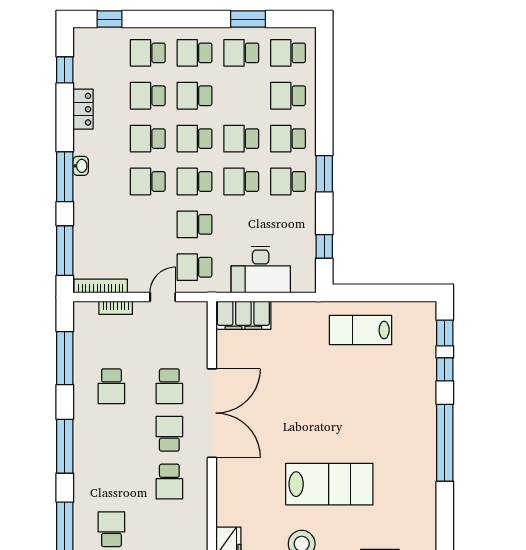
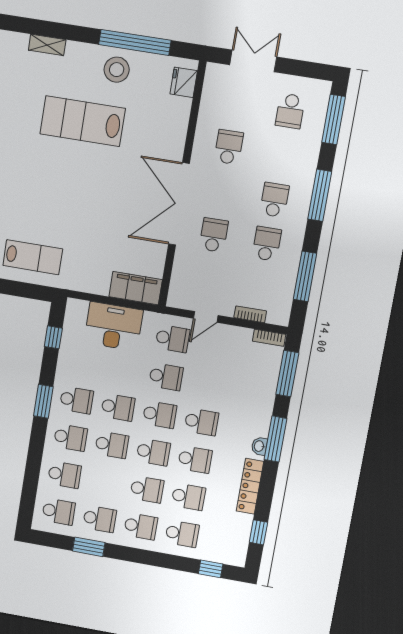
locker: (83, 109) -> (250, 486), width x1.53
bookcase: (101, 286) -> (269, 338), width x0.64
school desk: (169, 434) -> (274, 200), moved, turned 180

